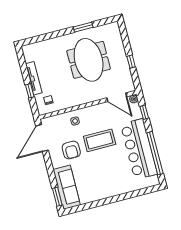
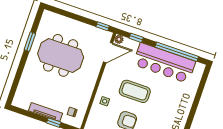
window: (131, 62) -> (103, 26), moved
coffee table: (100, 140) -> (135, 91), turned 90

